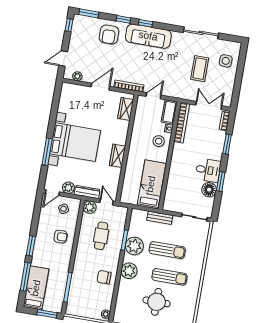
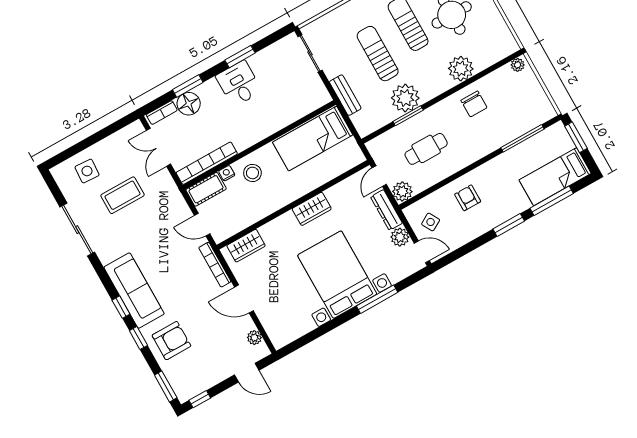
floor lamp: (209, 190) -> (189, 104), moved
plant: (129, 271) -> (461, 69), moved

